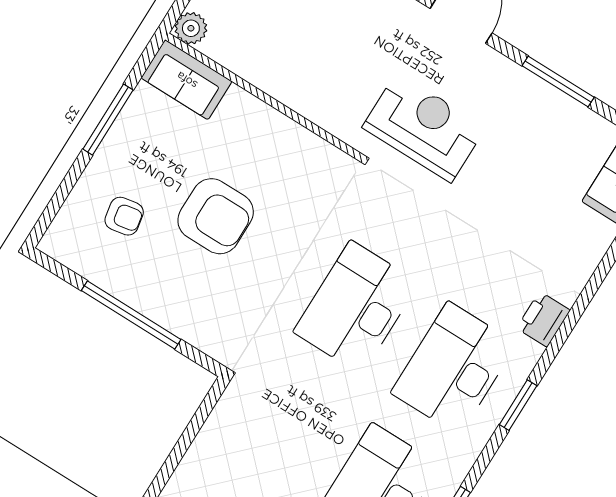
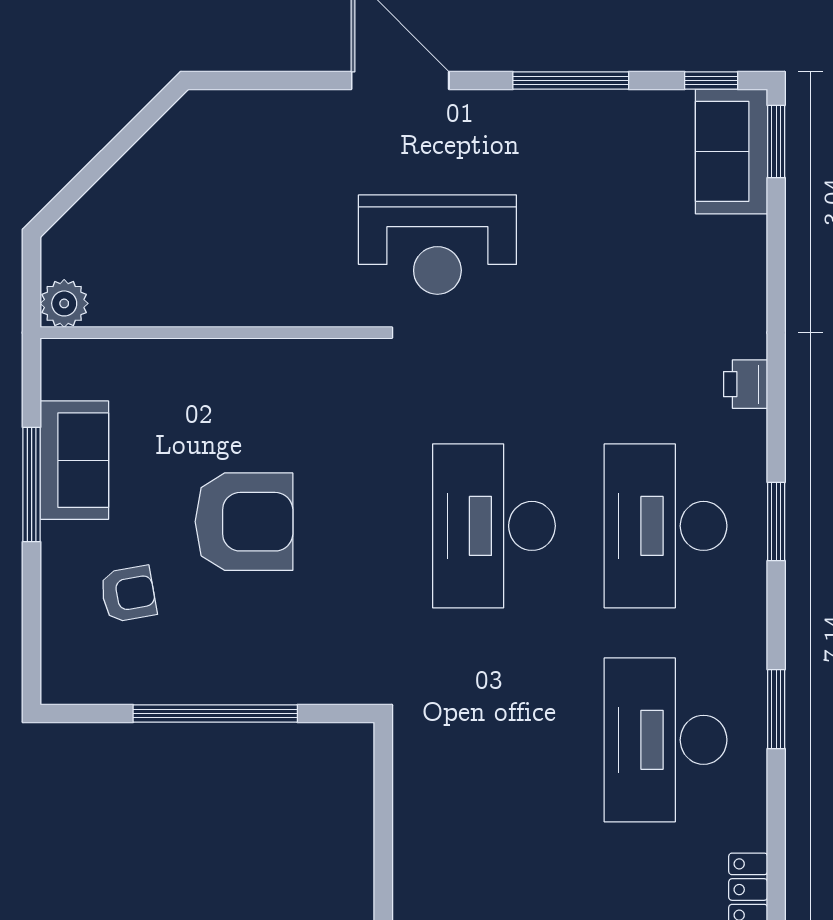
sofa: (187, 80) -> (74, 460), moved, turned -90
reception desk: (424, 127) -> (437, 245), turned 180
printer: (543, 319) -> (746, 384), width x0.73, depth x0.81

